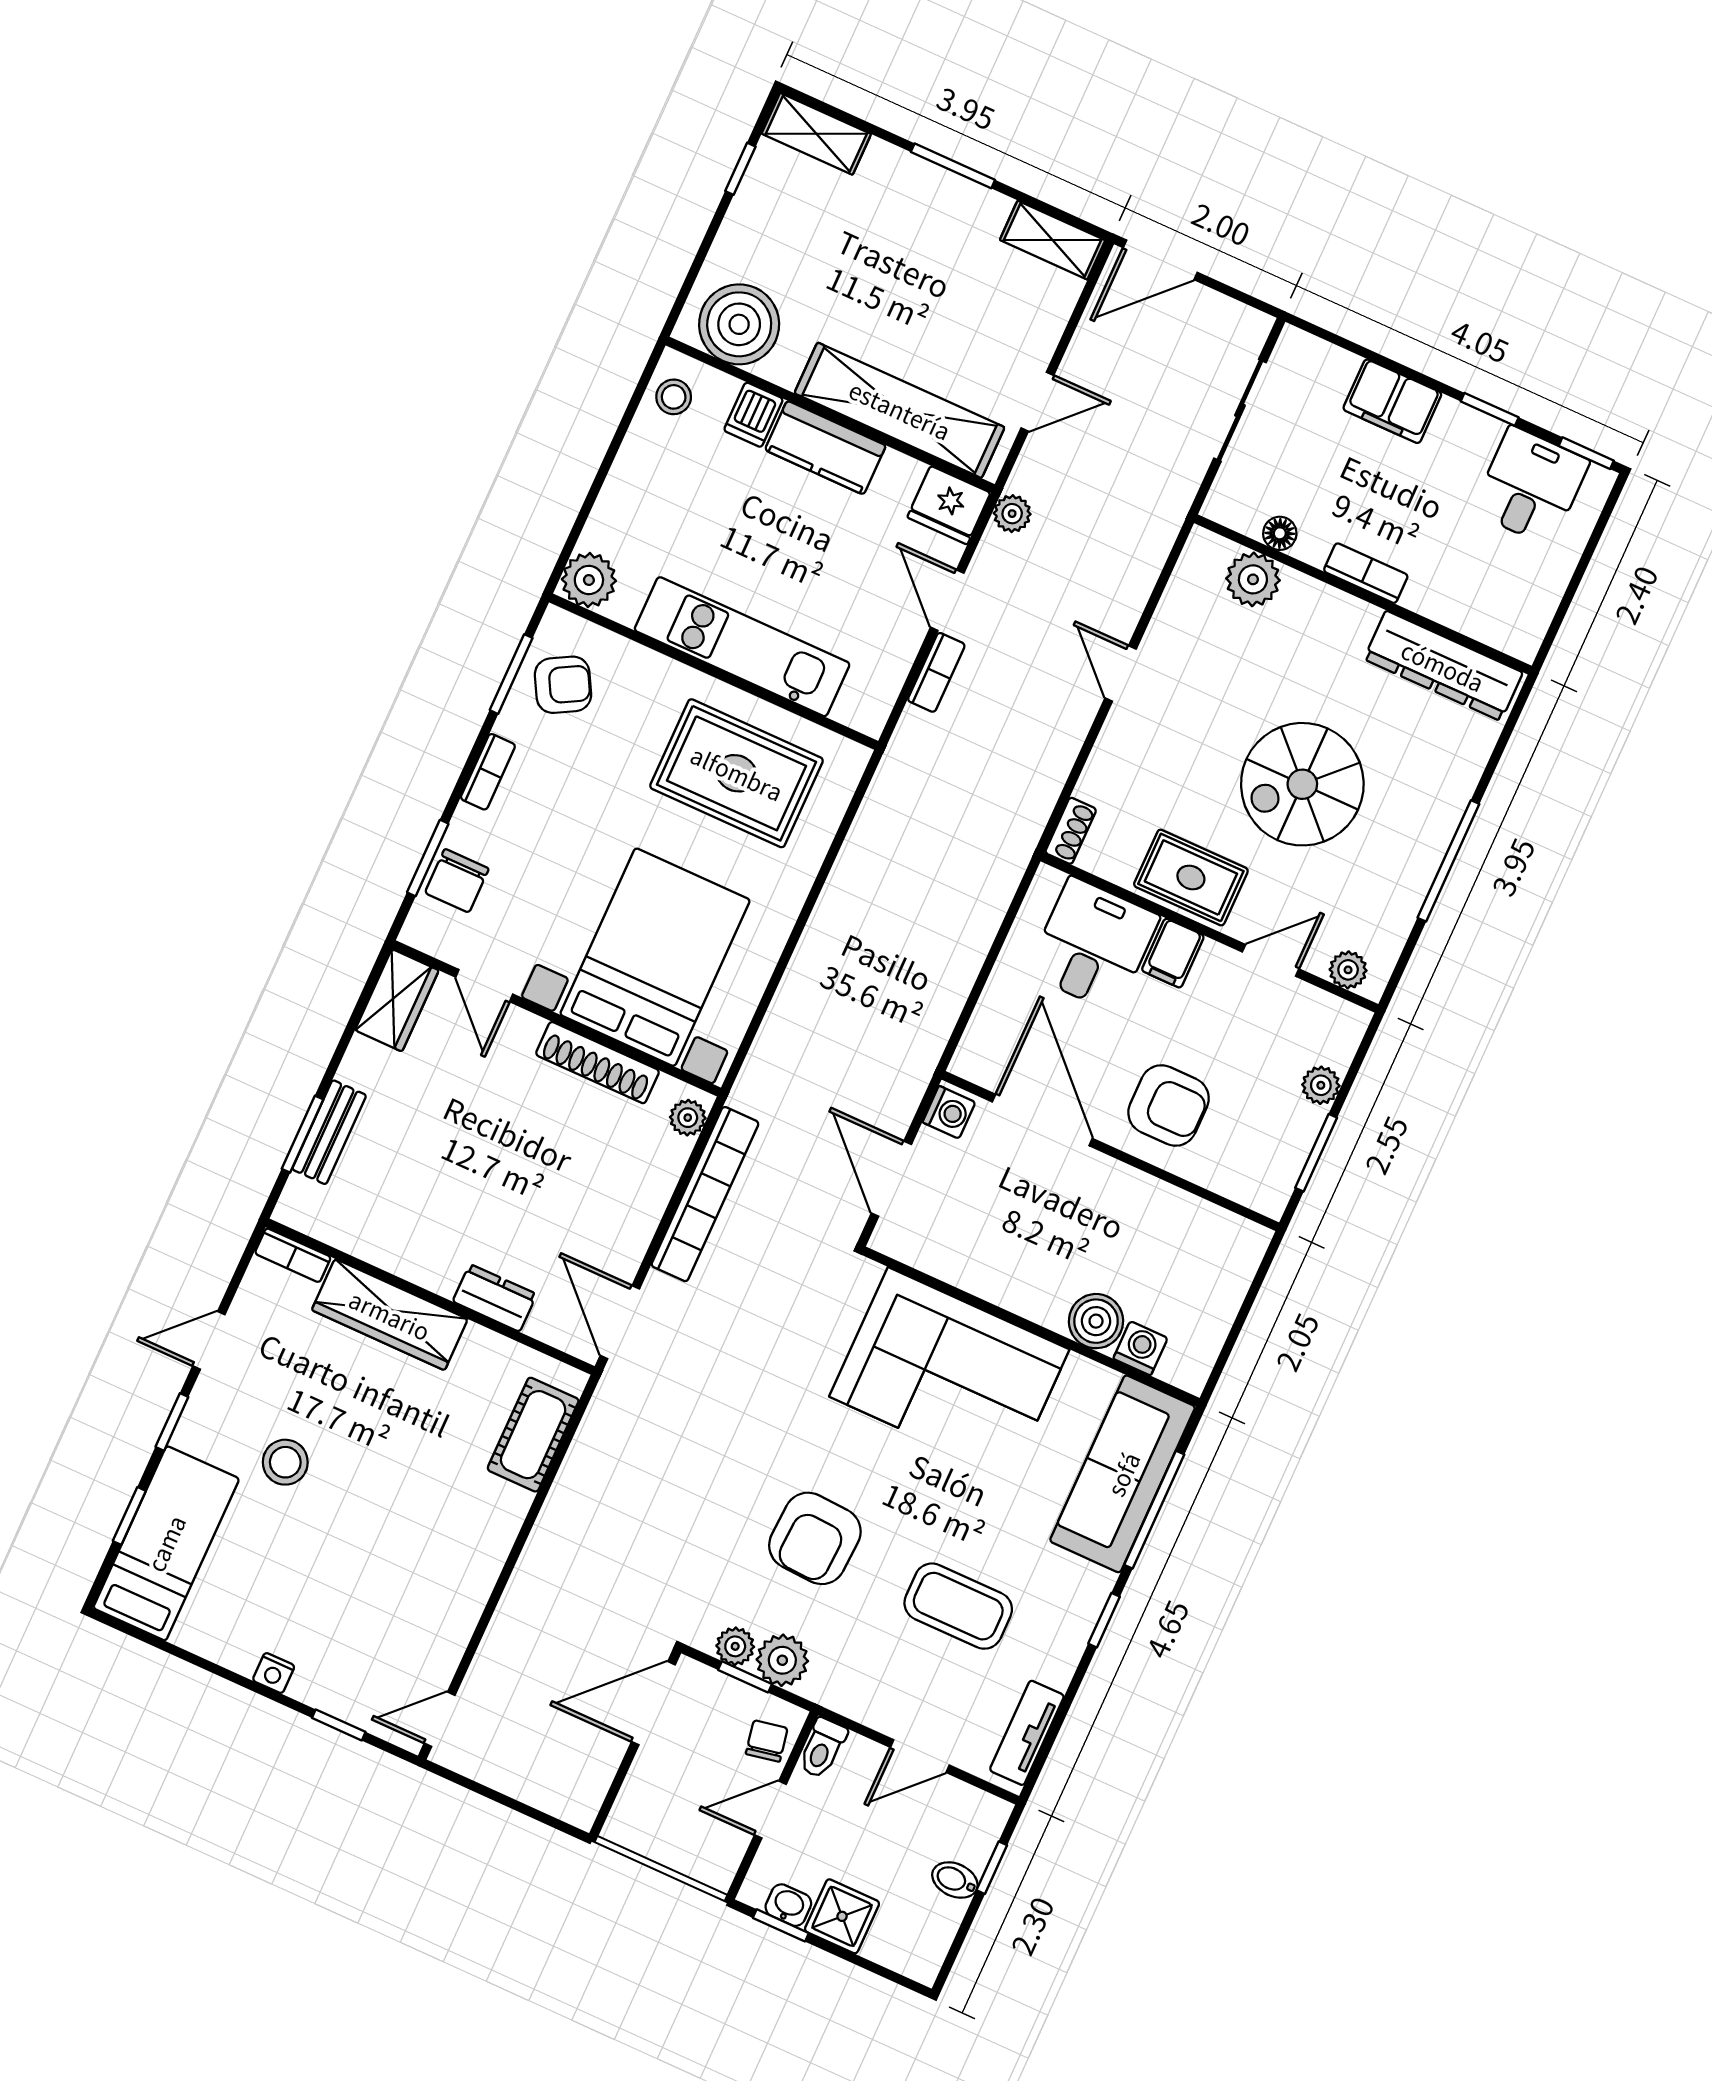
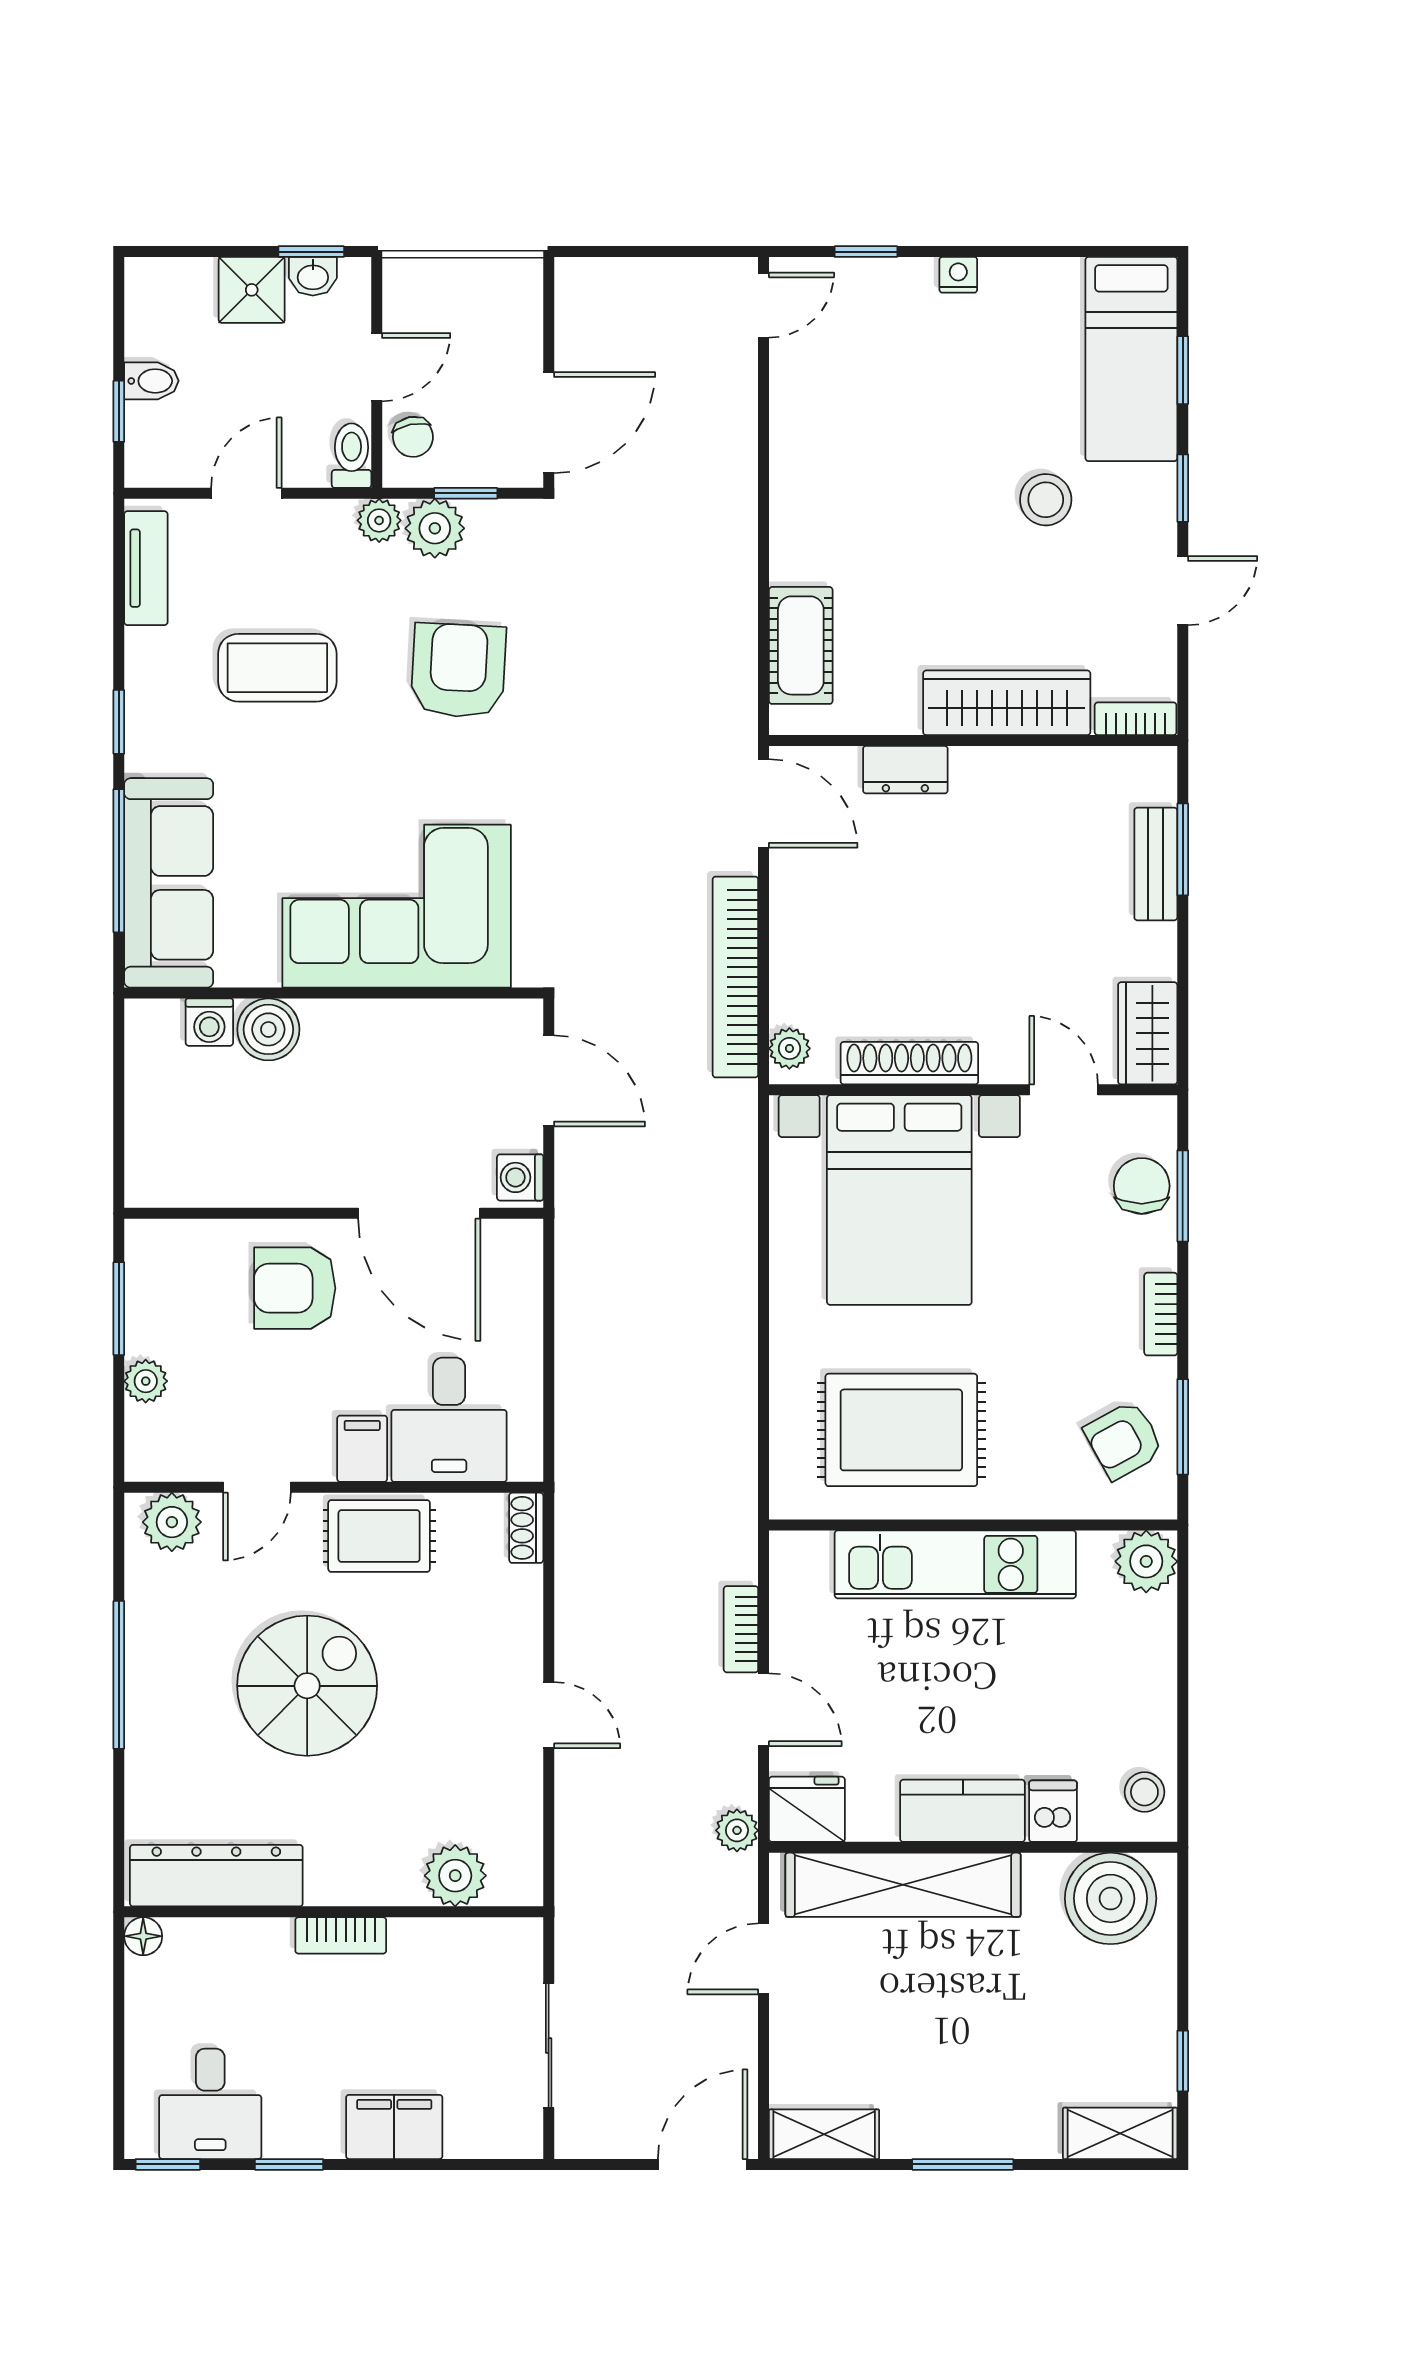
floor lamp: (1280, 533) -> (143, 1936), moved
plant: (1348, 970) -> (172, 1522), width x1.38, depth x1.38
plant: (735, 1646) -> (379, 520), moved

